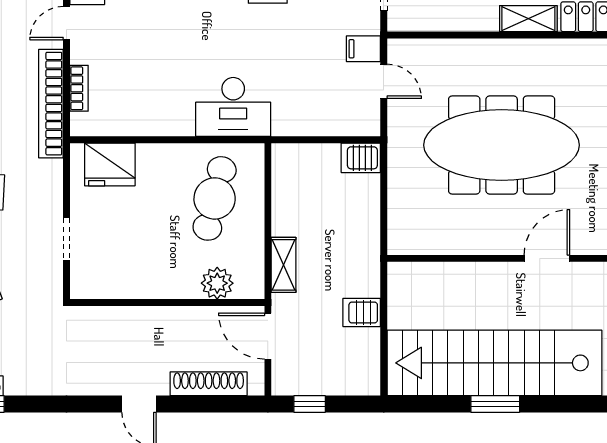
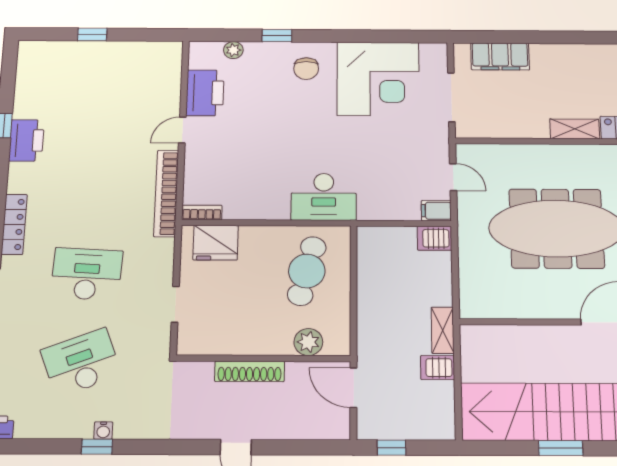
filing cabinet: (363, 49) -> (436, 211), moved
bookcase: (79, 88) -> (202, 212), moved, turned -90
shelving: (284, 265) -> (443, 330), moved
shoe rack: (209, 384) -> (250, 371), moved, turned 180

